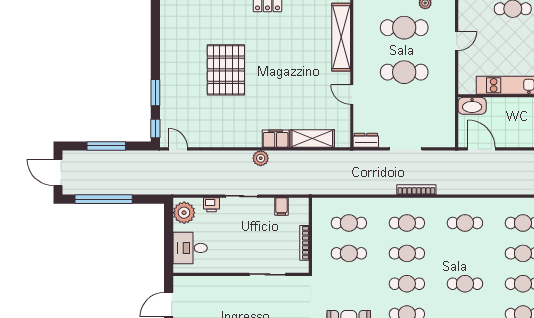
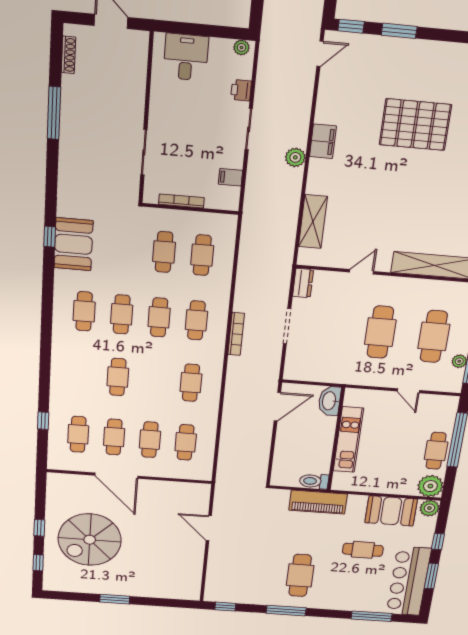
filing cabinet: (276, 139) -> (323, 141), moved
plant: (184, 213) -> (241, 47), width x0.53, depth x0.53

